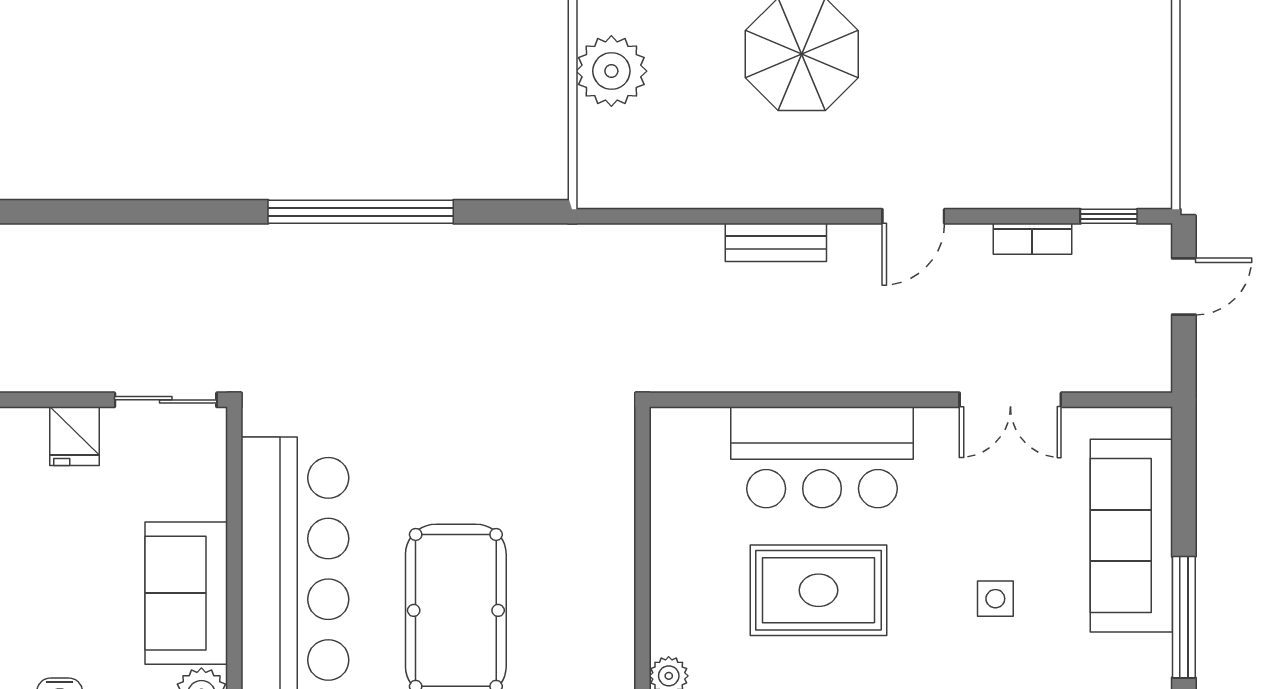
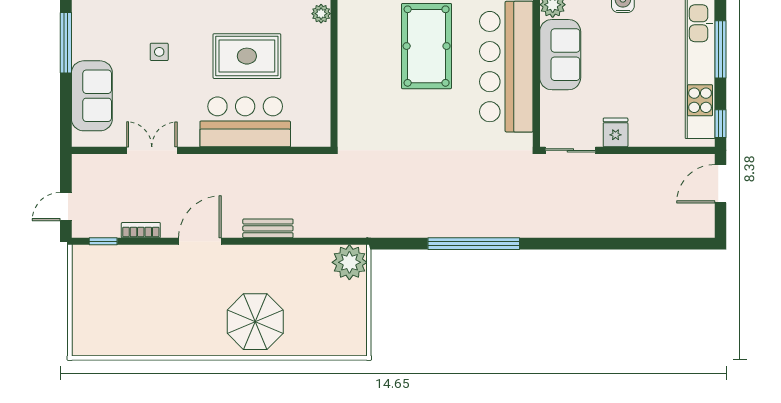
plant: (611, 71) -> (349, 262), moved
door: (913, 216) -> (200, 241), width x1.38
sofa: (1131, 536) -> (92, 96), width x0.73

